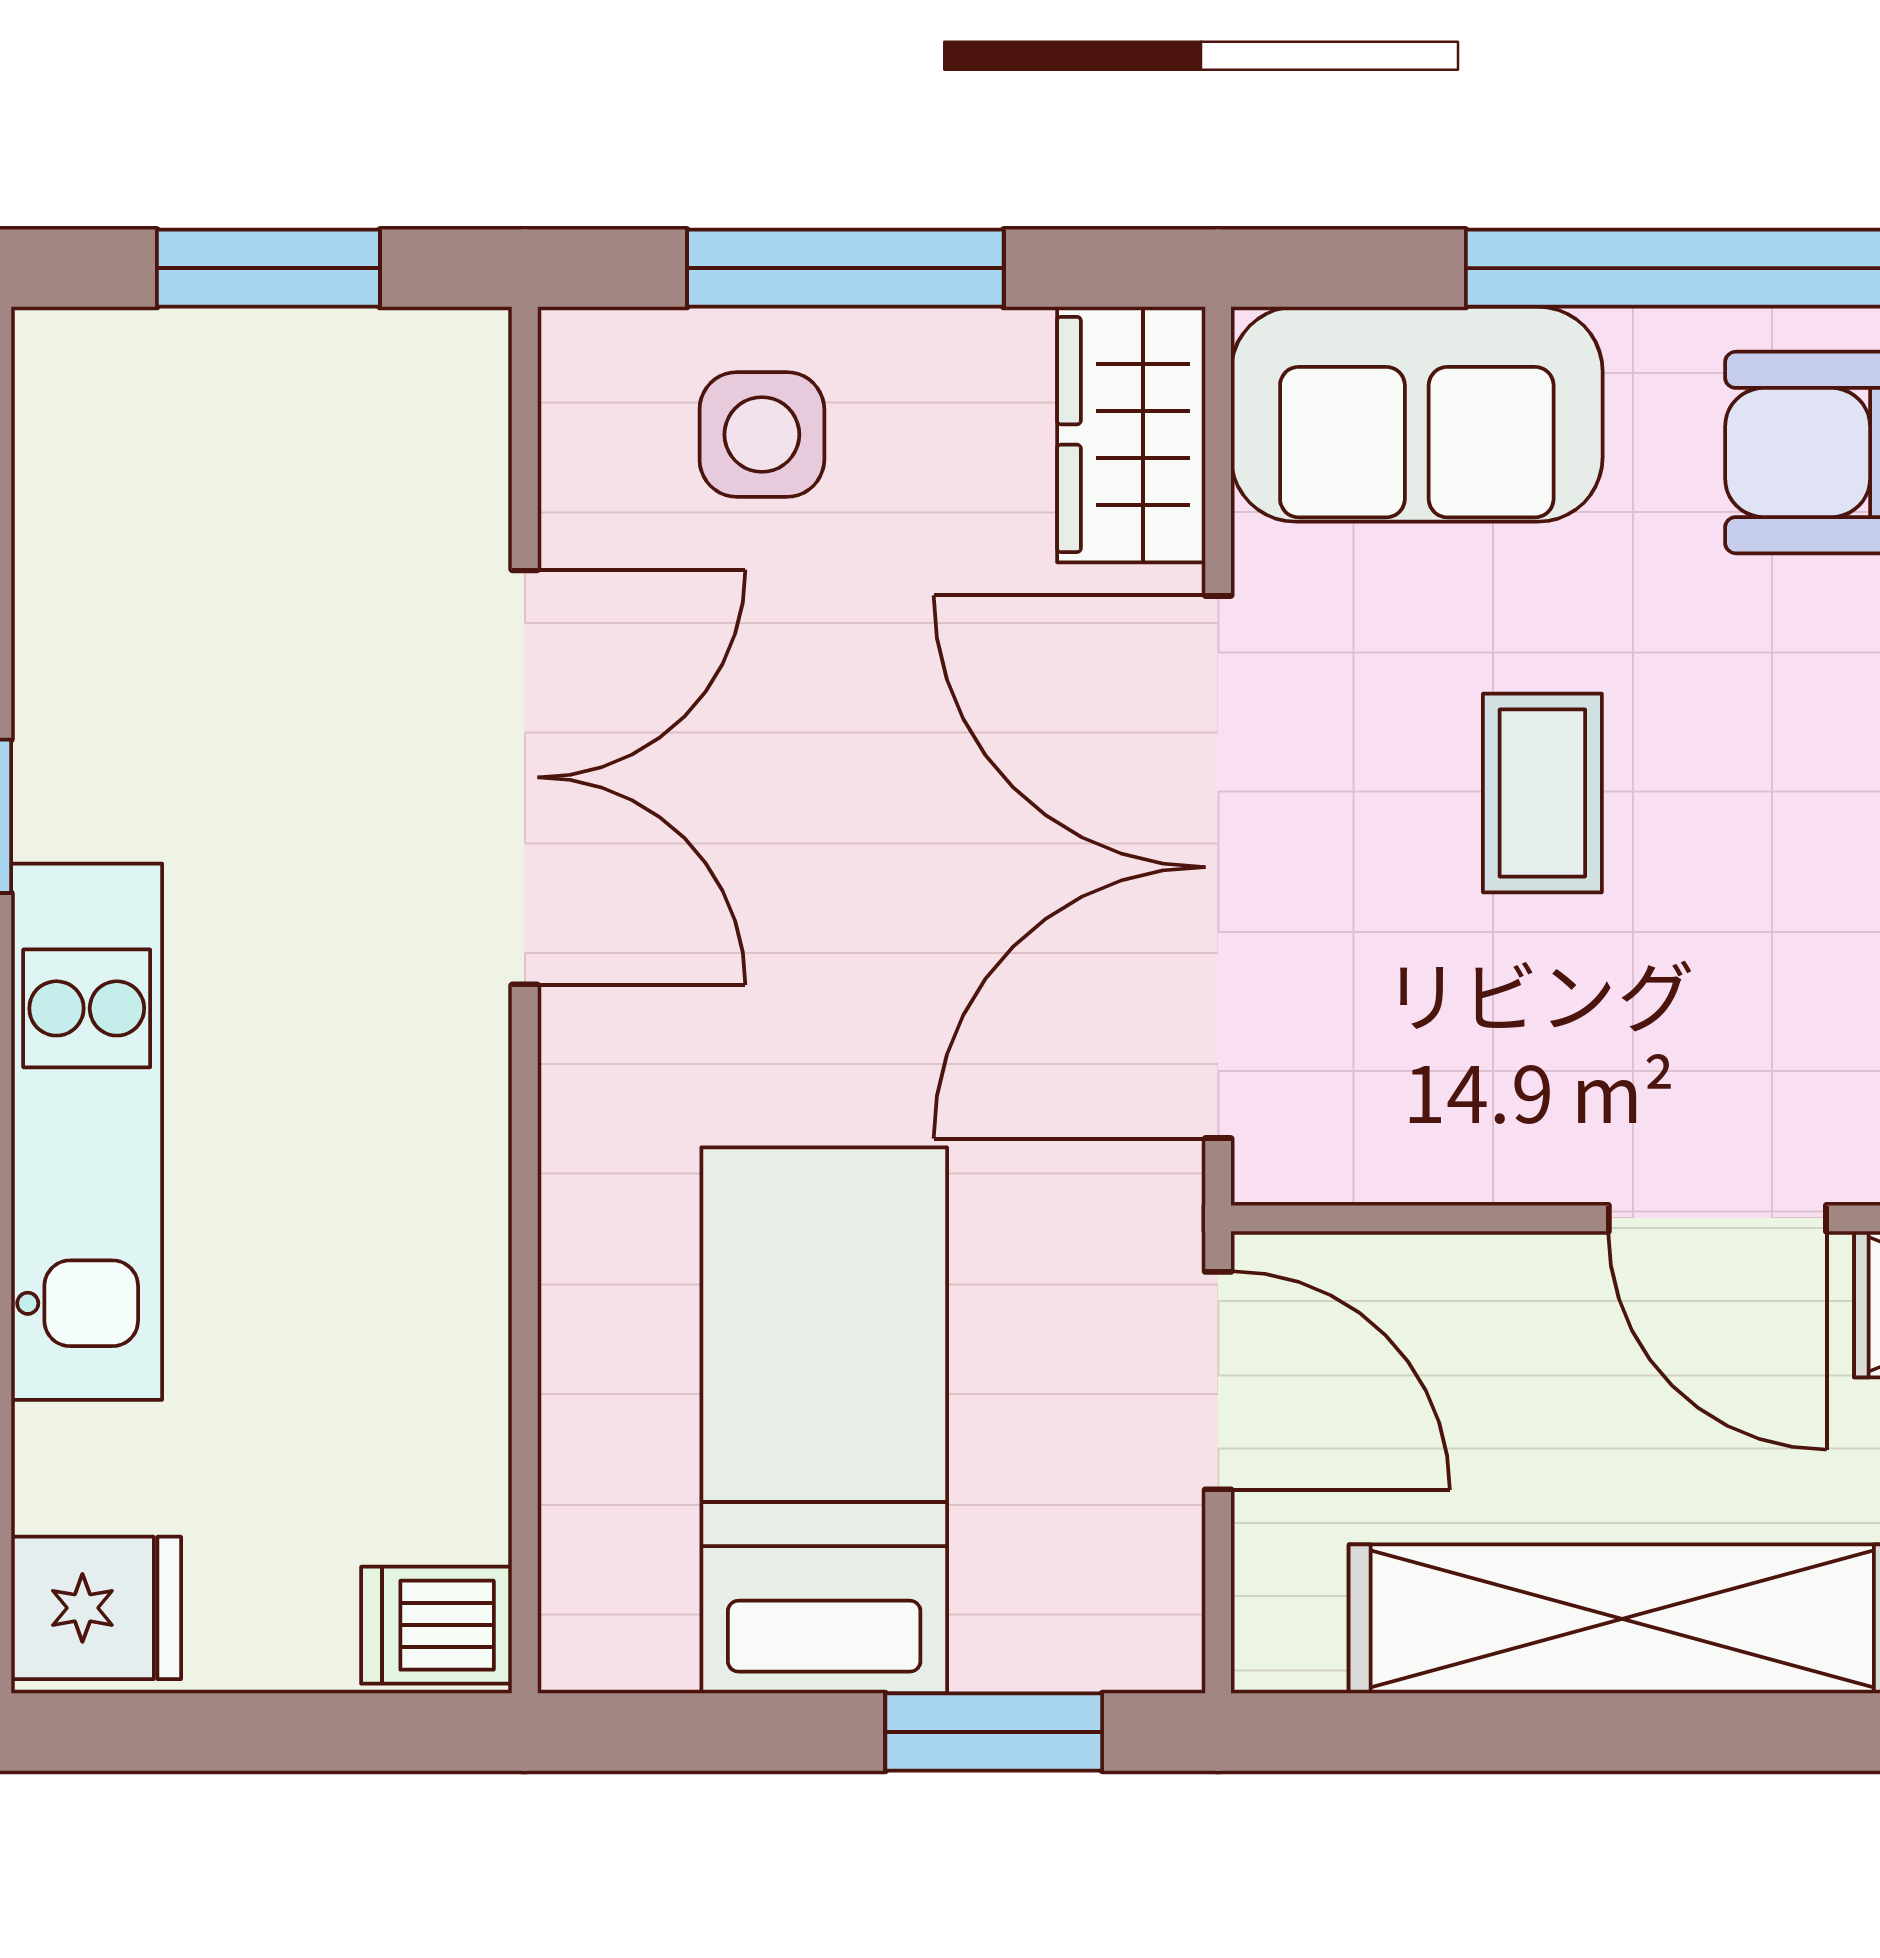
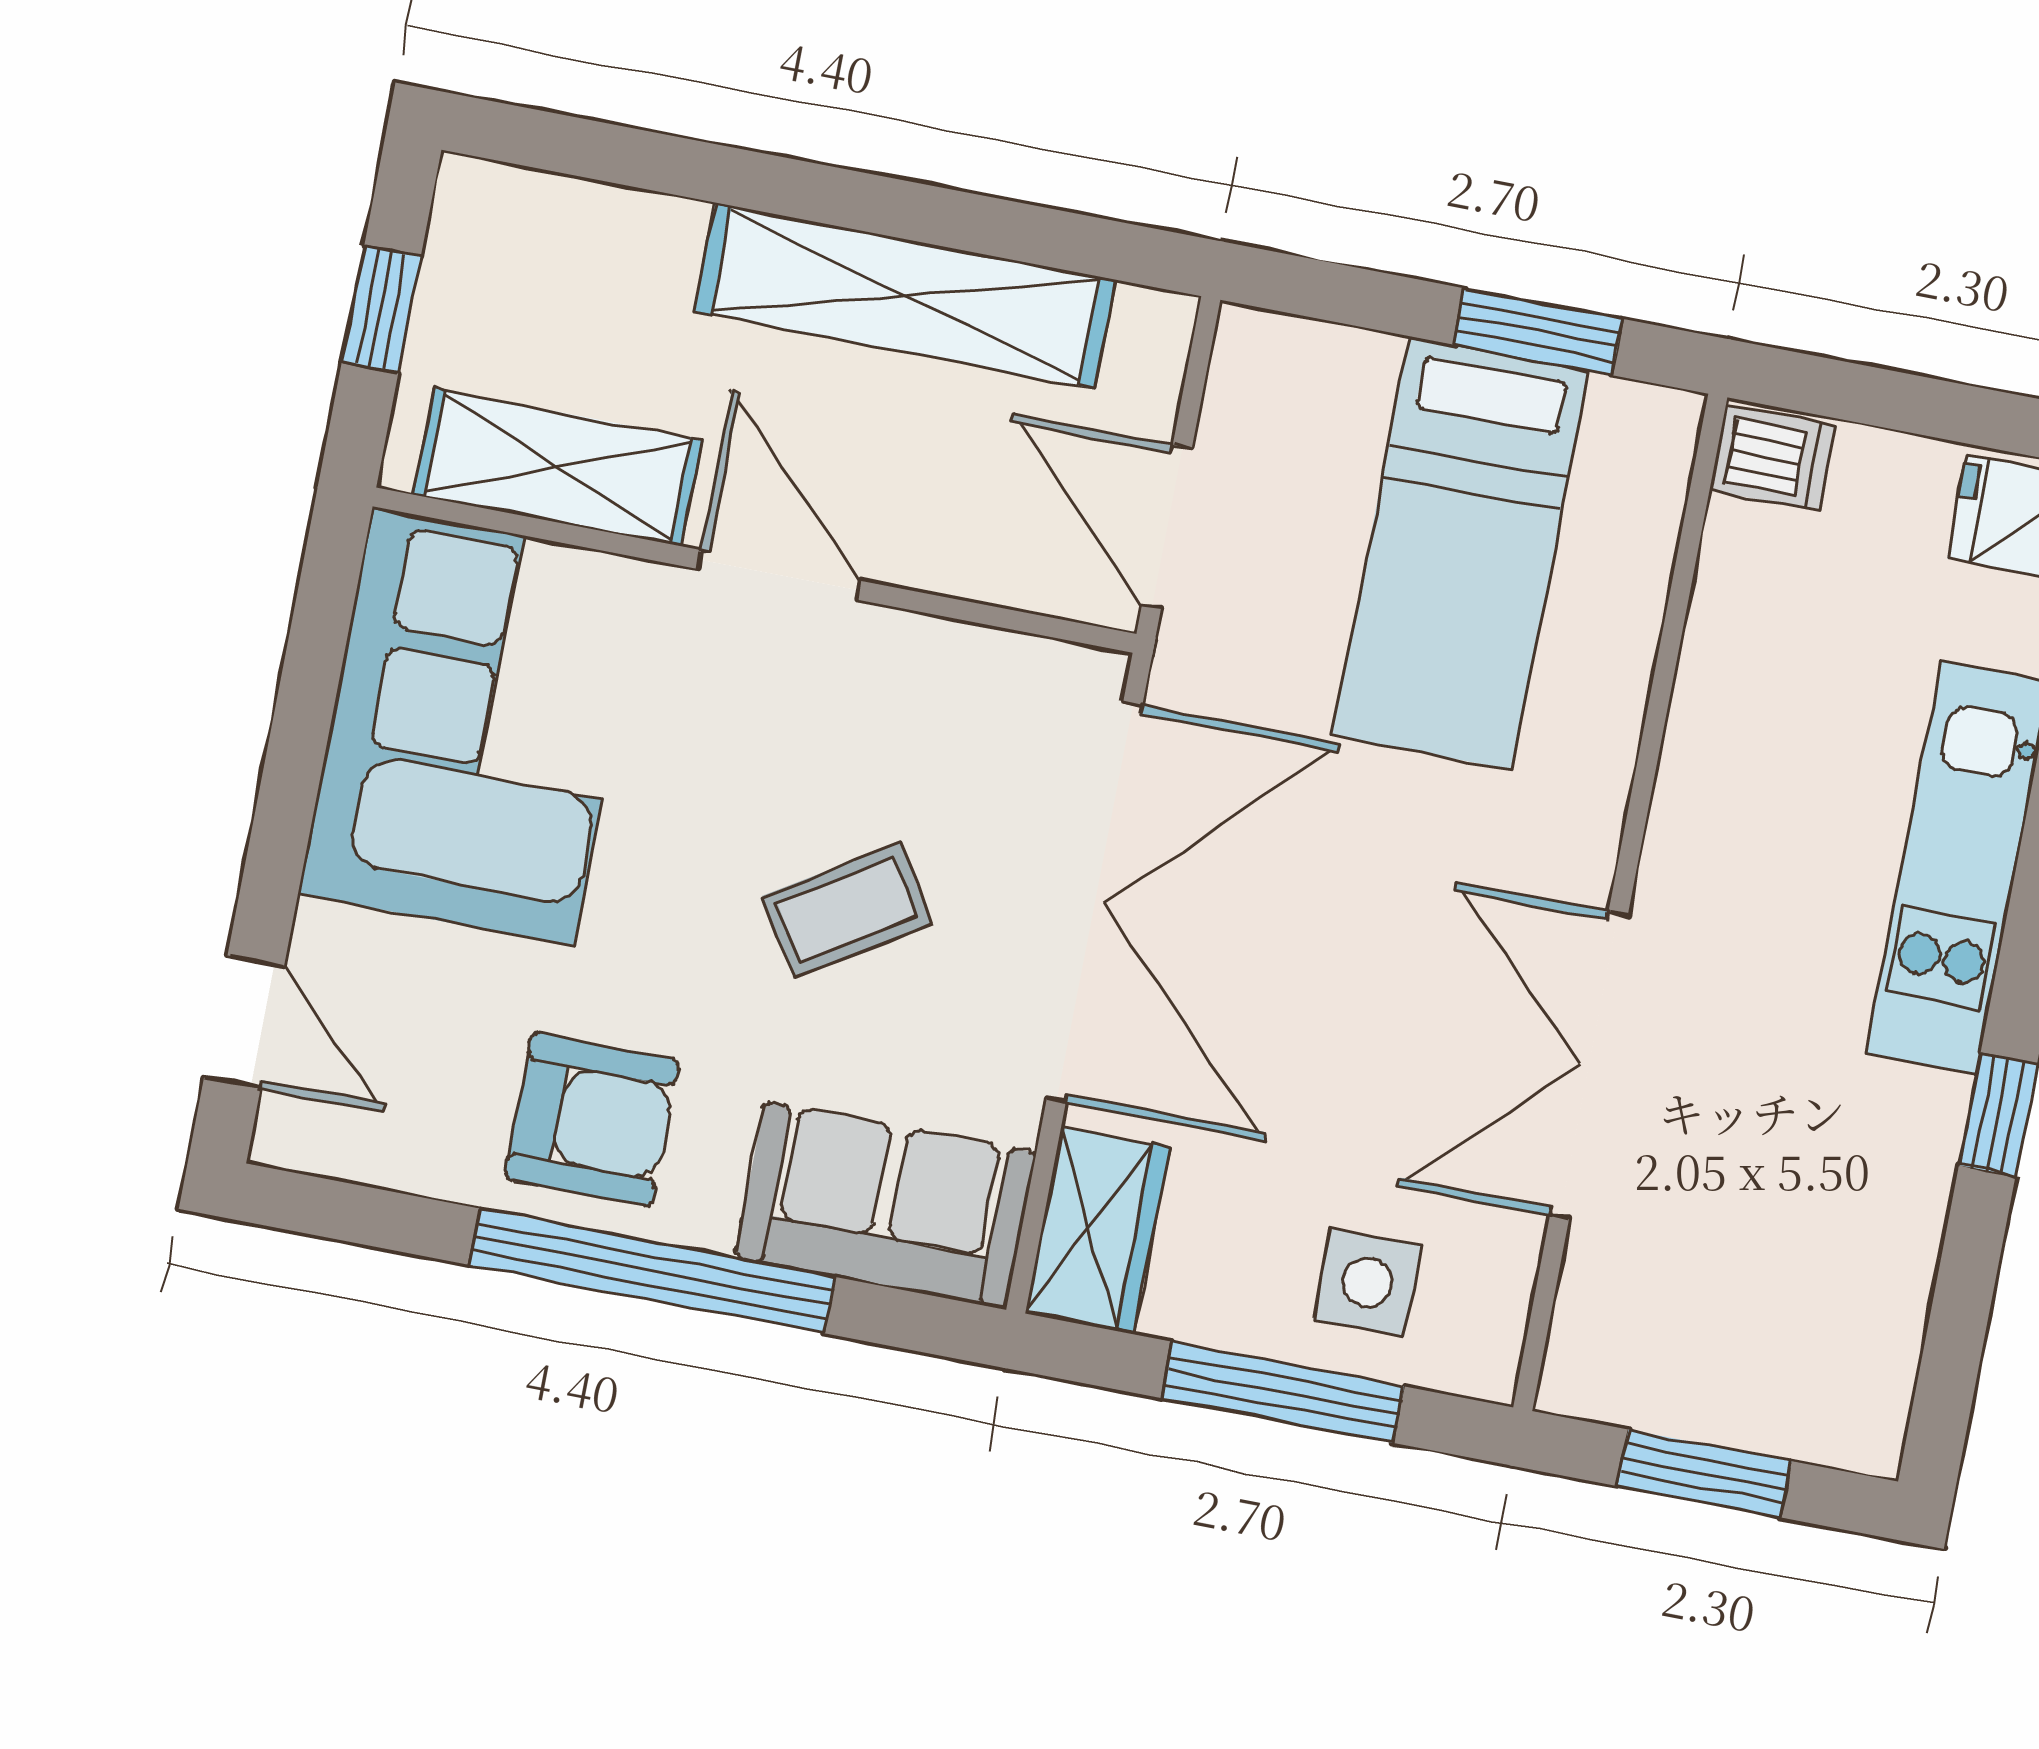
coffee table: (1542, 793) -> (847, 911), turned 58
window: (994, 1732) -> (1538, 332), moved

